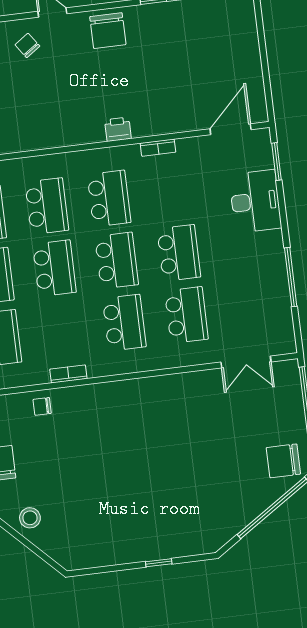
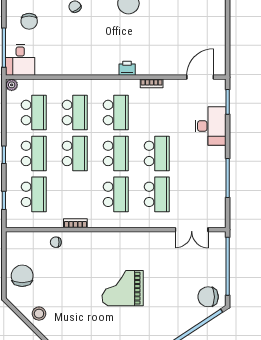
grand piano: (152, 464) -> (123, 288), added

